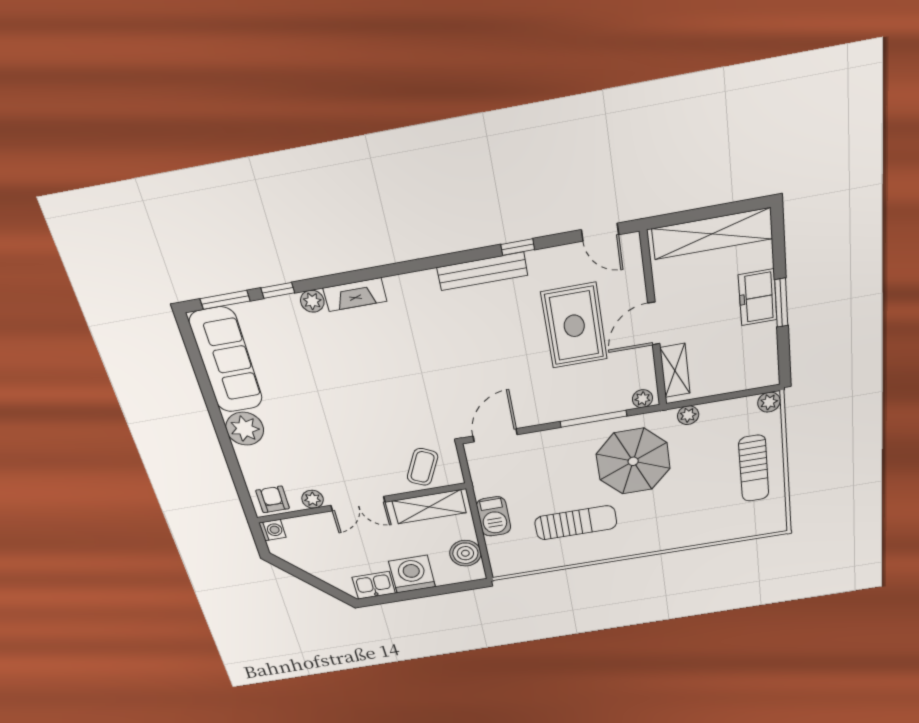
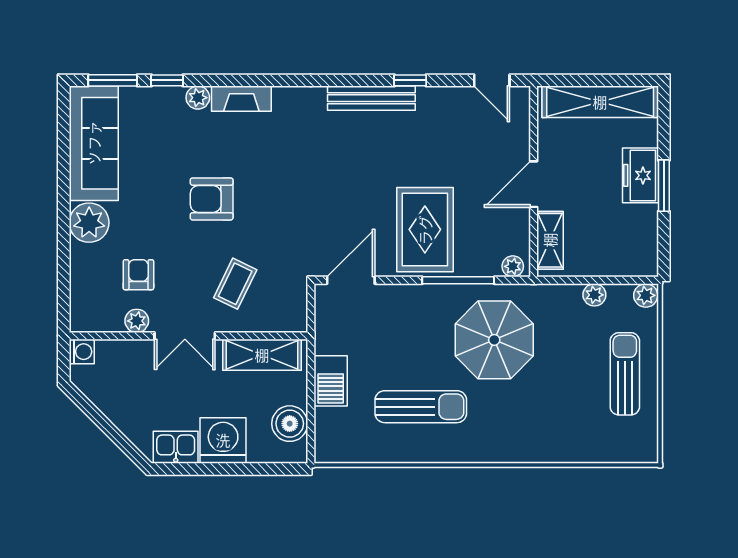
rug: (574, 326) -> (425, 230), moved
armchair: (351, 390) -> (212, 199), added
plant: (688, 415) -> (594, 295), moved
coffee table: (422, 467) -> (235, 284), moved
sun lounger: (754, 468) -> (625, 374), turned 180
armchair: (273, 499) -> (138, 275), moved

